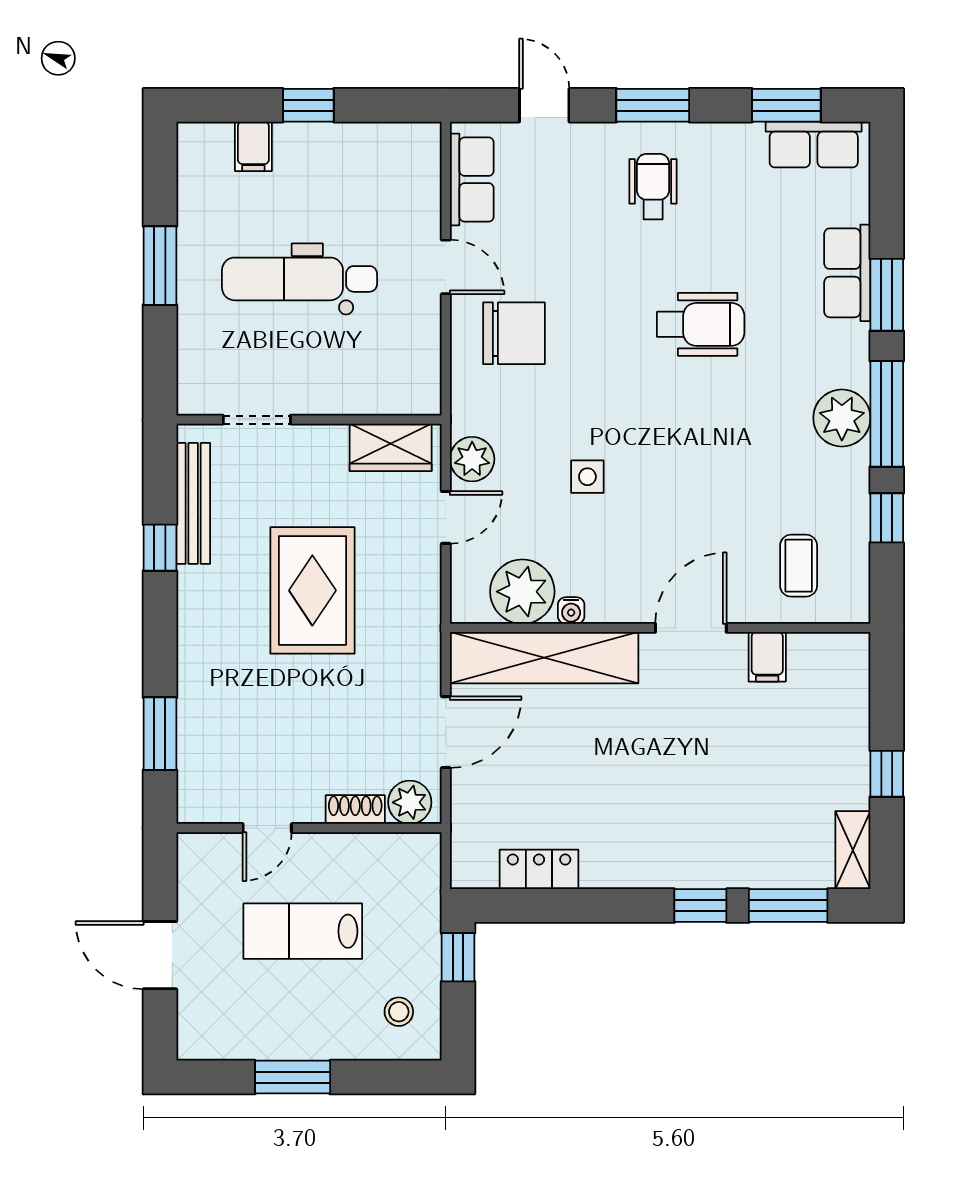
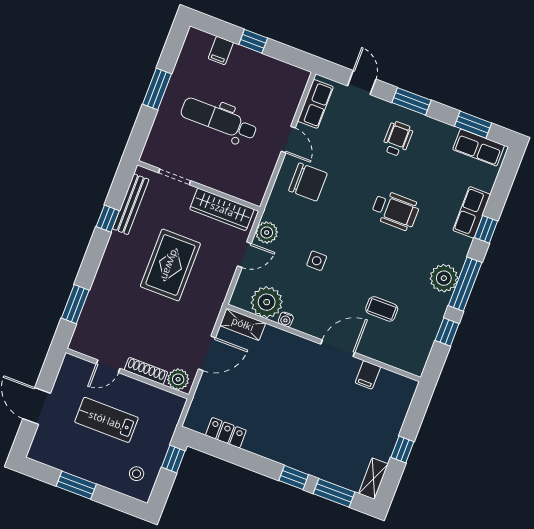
window: (887, 295) -> (486, 229), width x0.67
wardrobe: (391, 447) -> (222, 209), width x1.50
coffee table: (799, 566) -> (382, 309), moved, turned 90
shelving: (544, 658) -> (243, 324), width x0.45, depth x0.75
shoe rack: (355, 810) -> (146, 371), width x1.43

